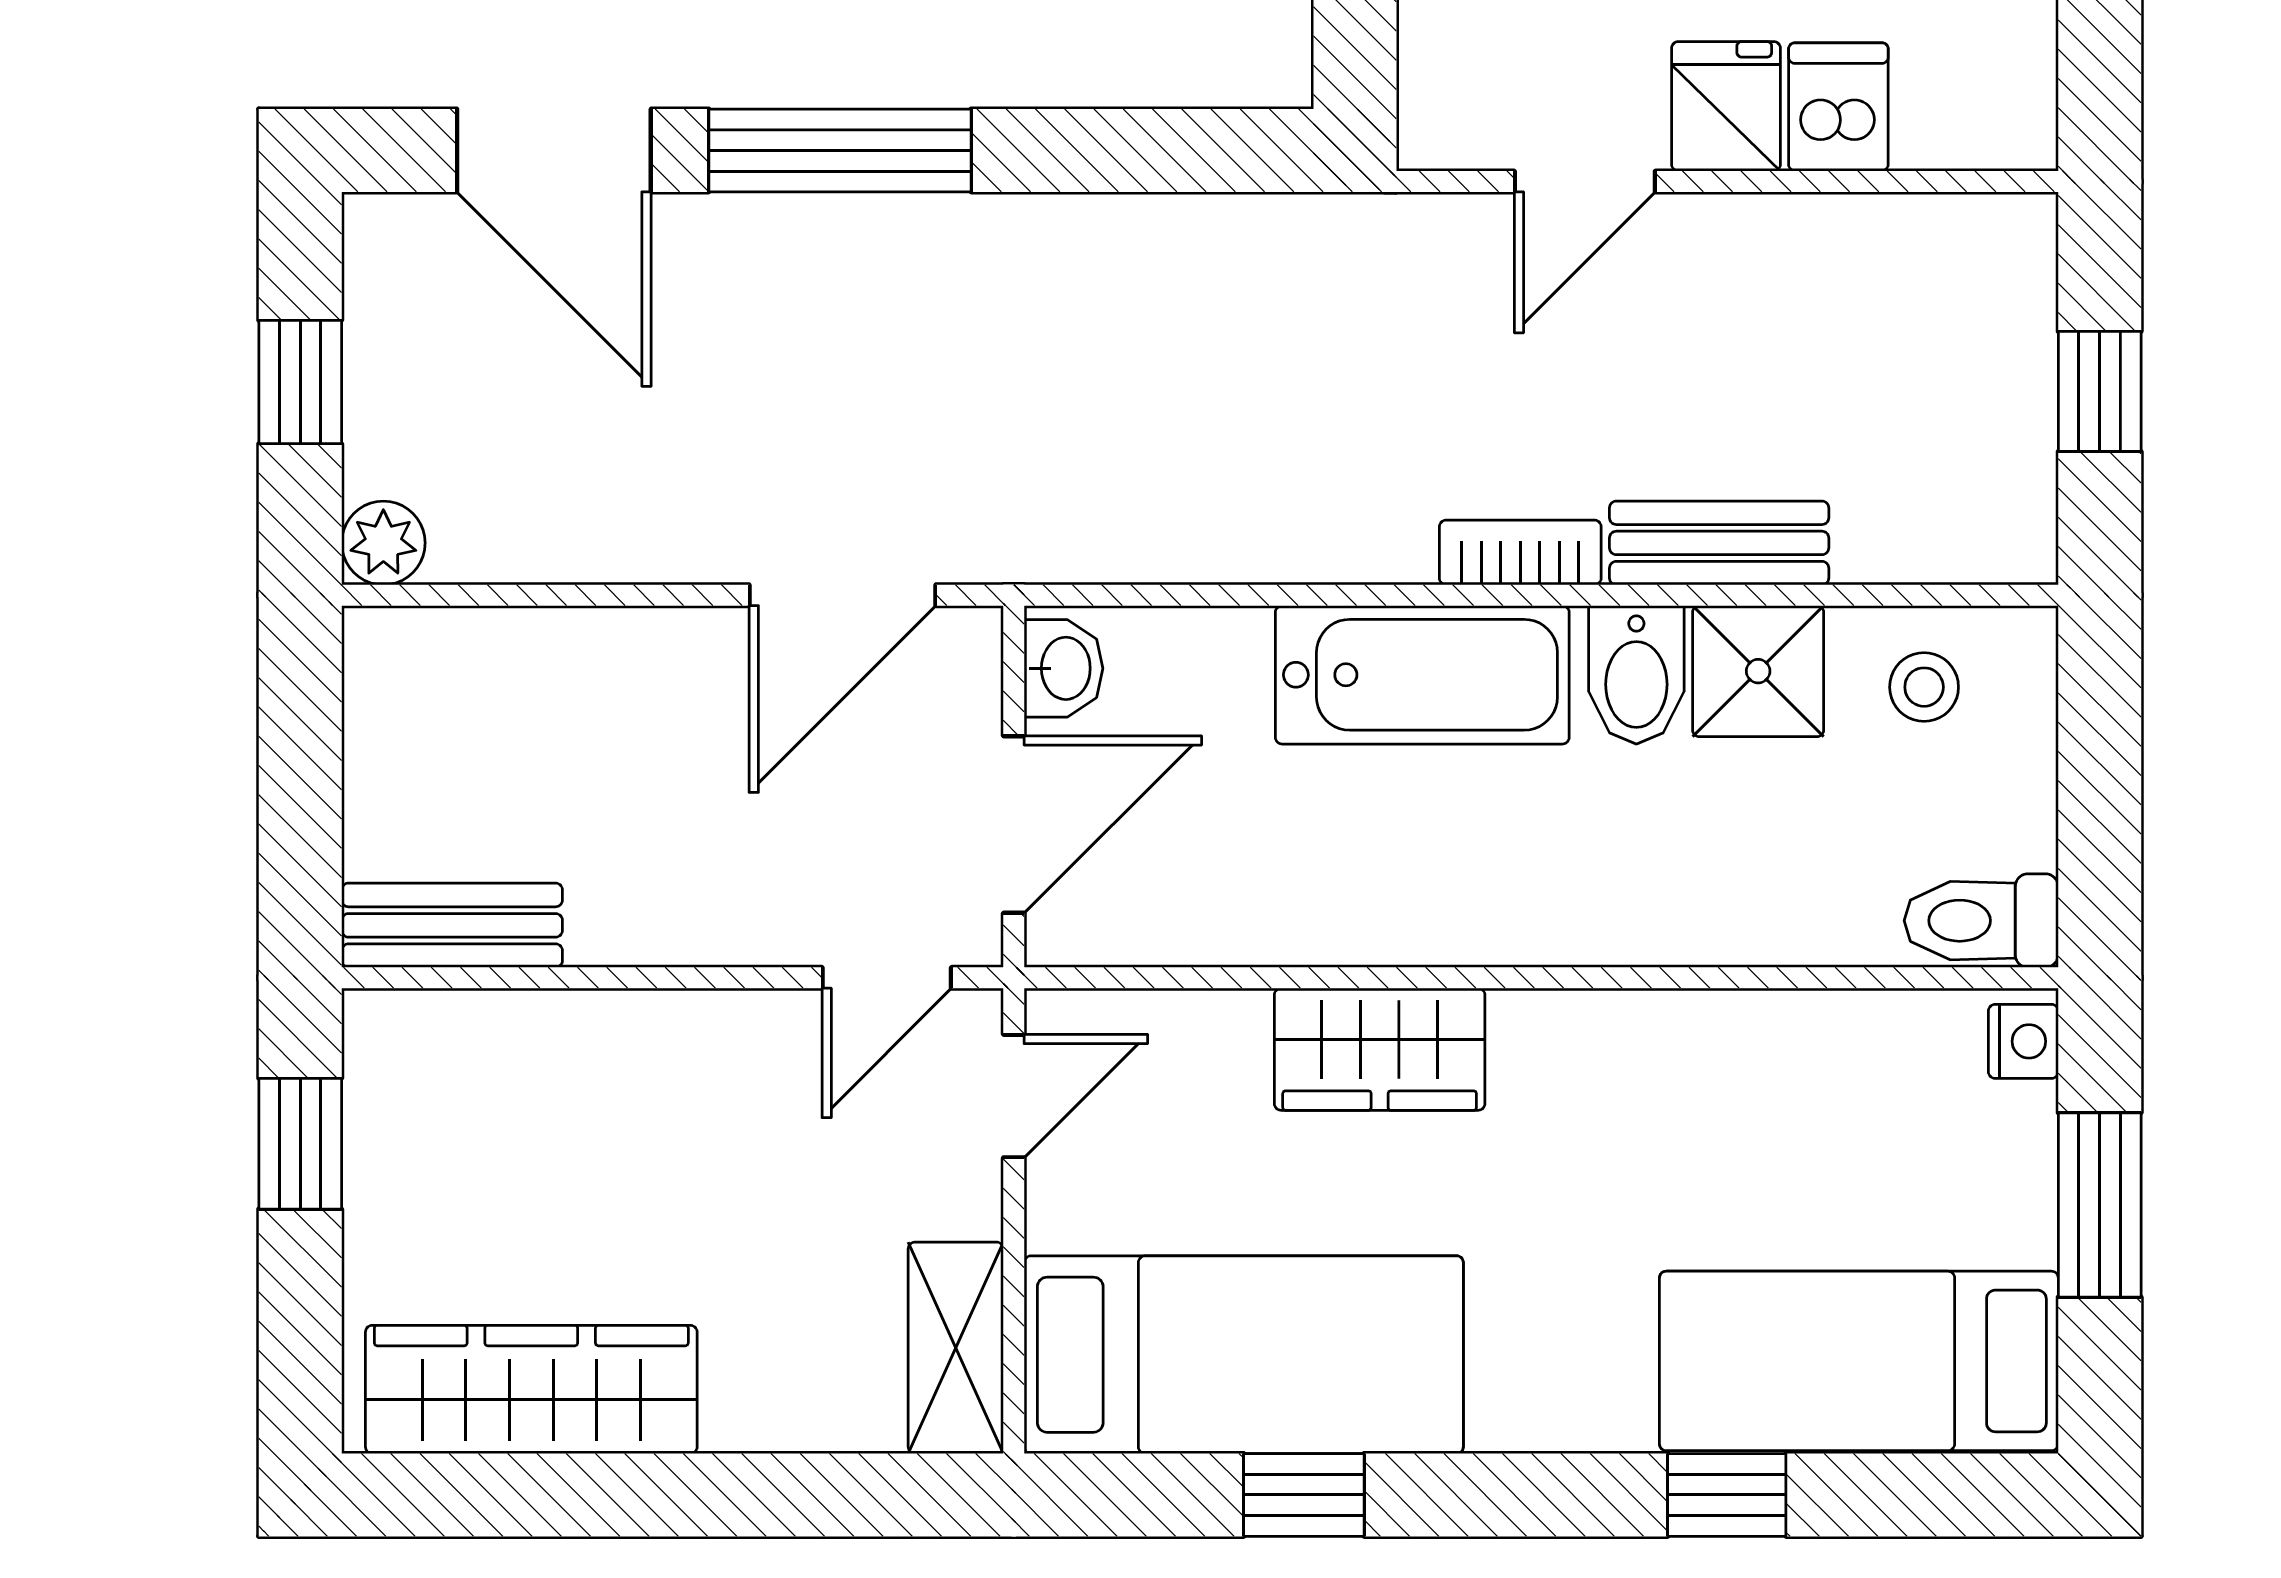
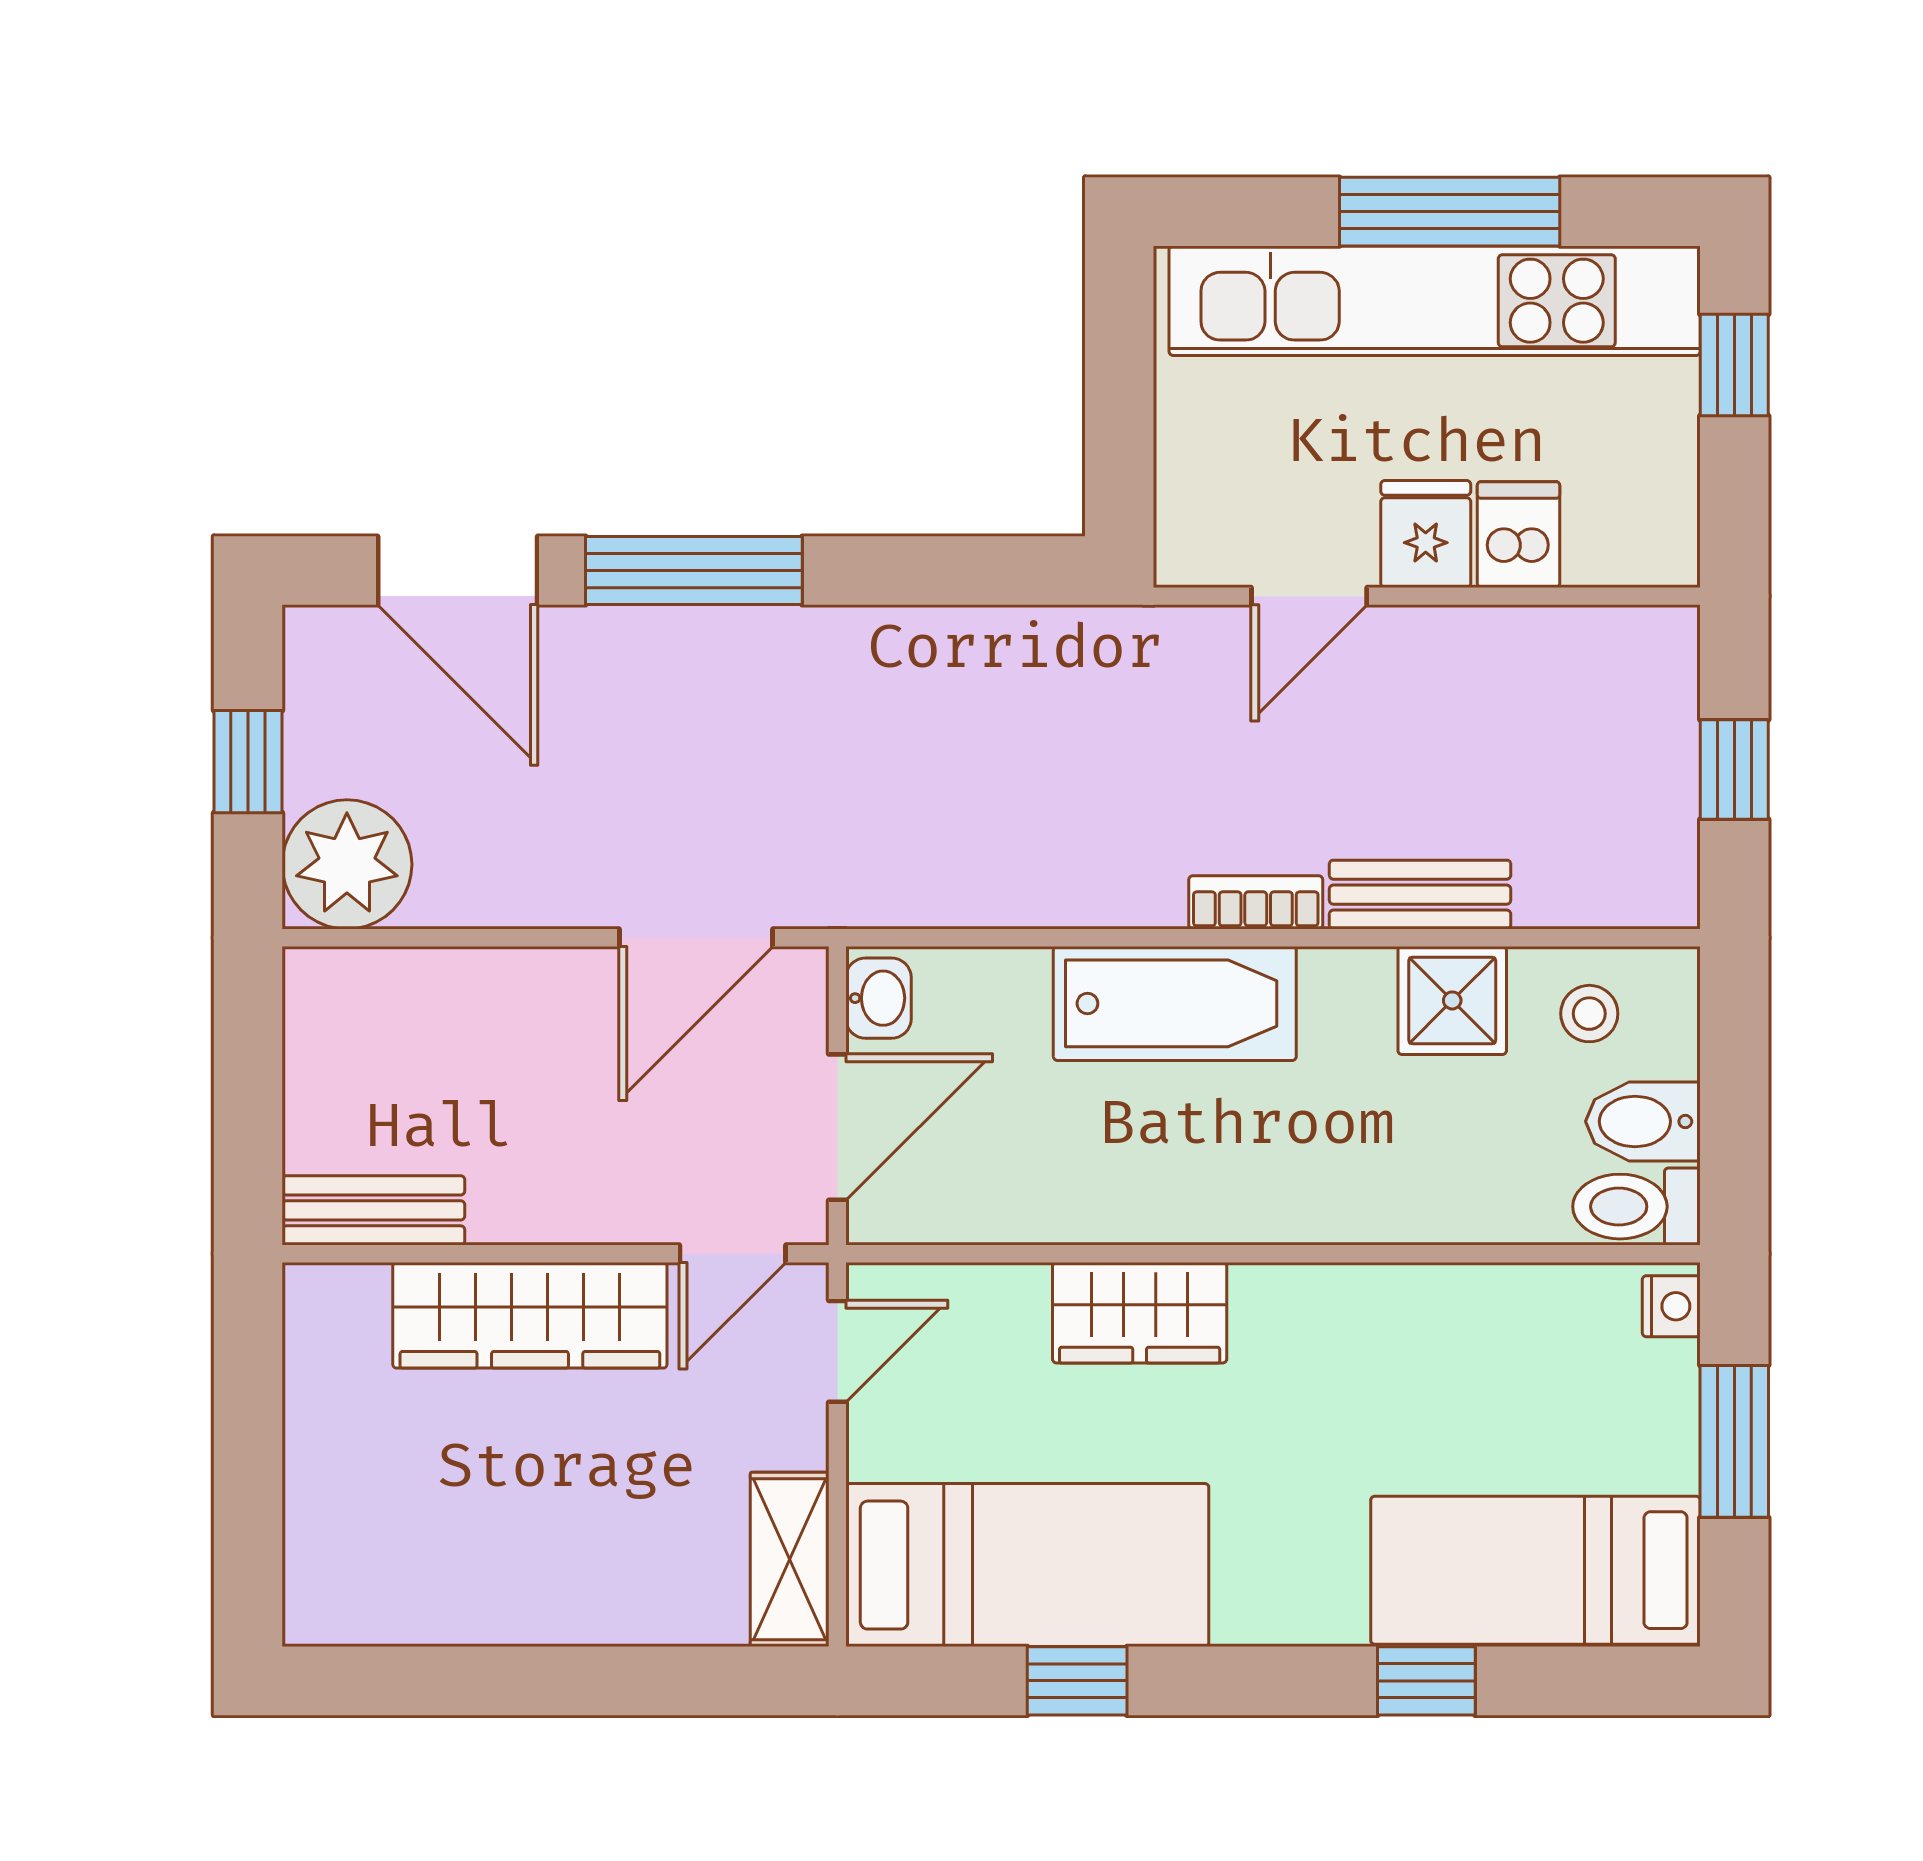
plant: (383, 543) -> (347, 864), width x1.87, depth x1.87
bidet: (1636, 675) -> (1643, 1121), moved, turned 90
window: (300, 1144) -> (248, 1391), removed
wardrobe: (531, 1389) -> (530, 1315), moved, turned 180

